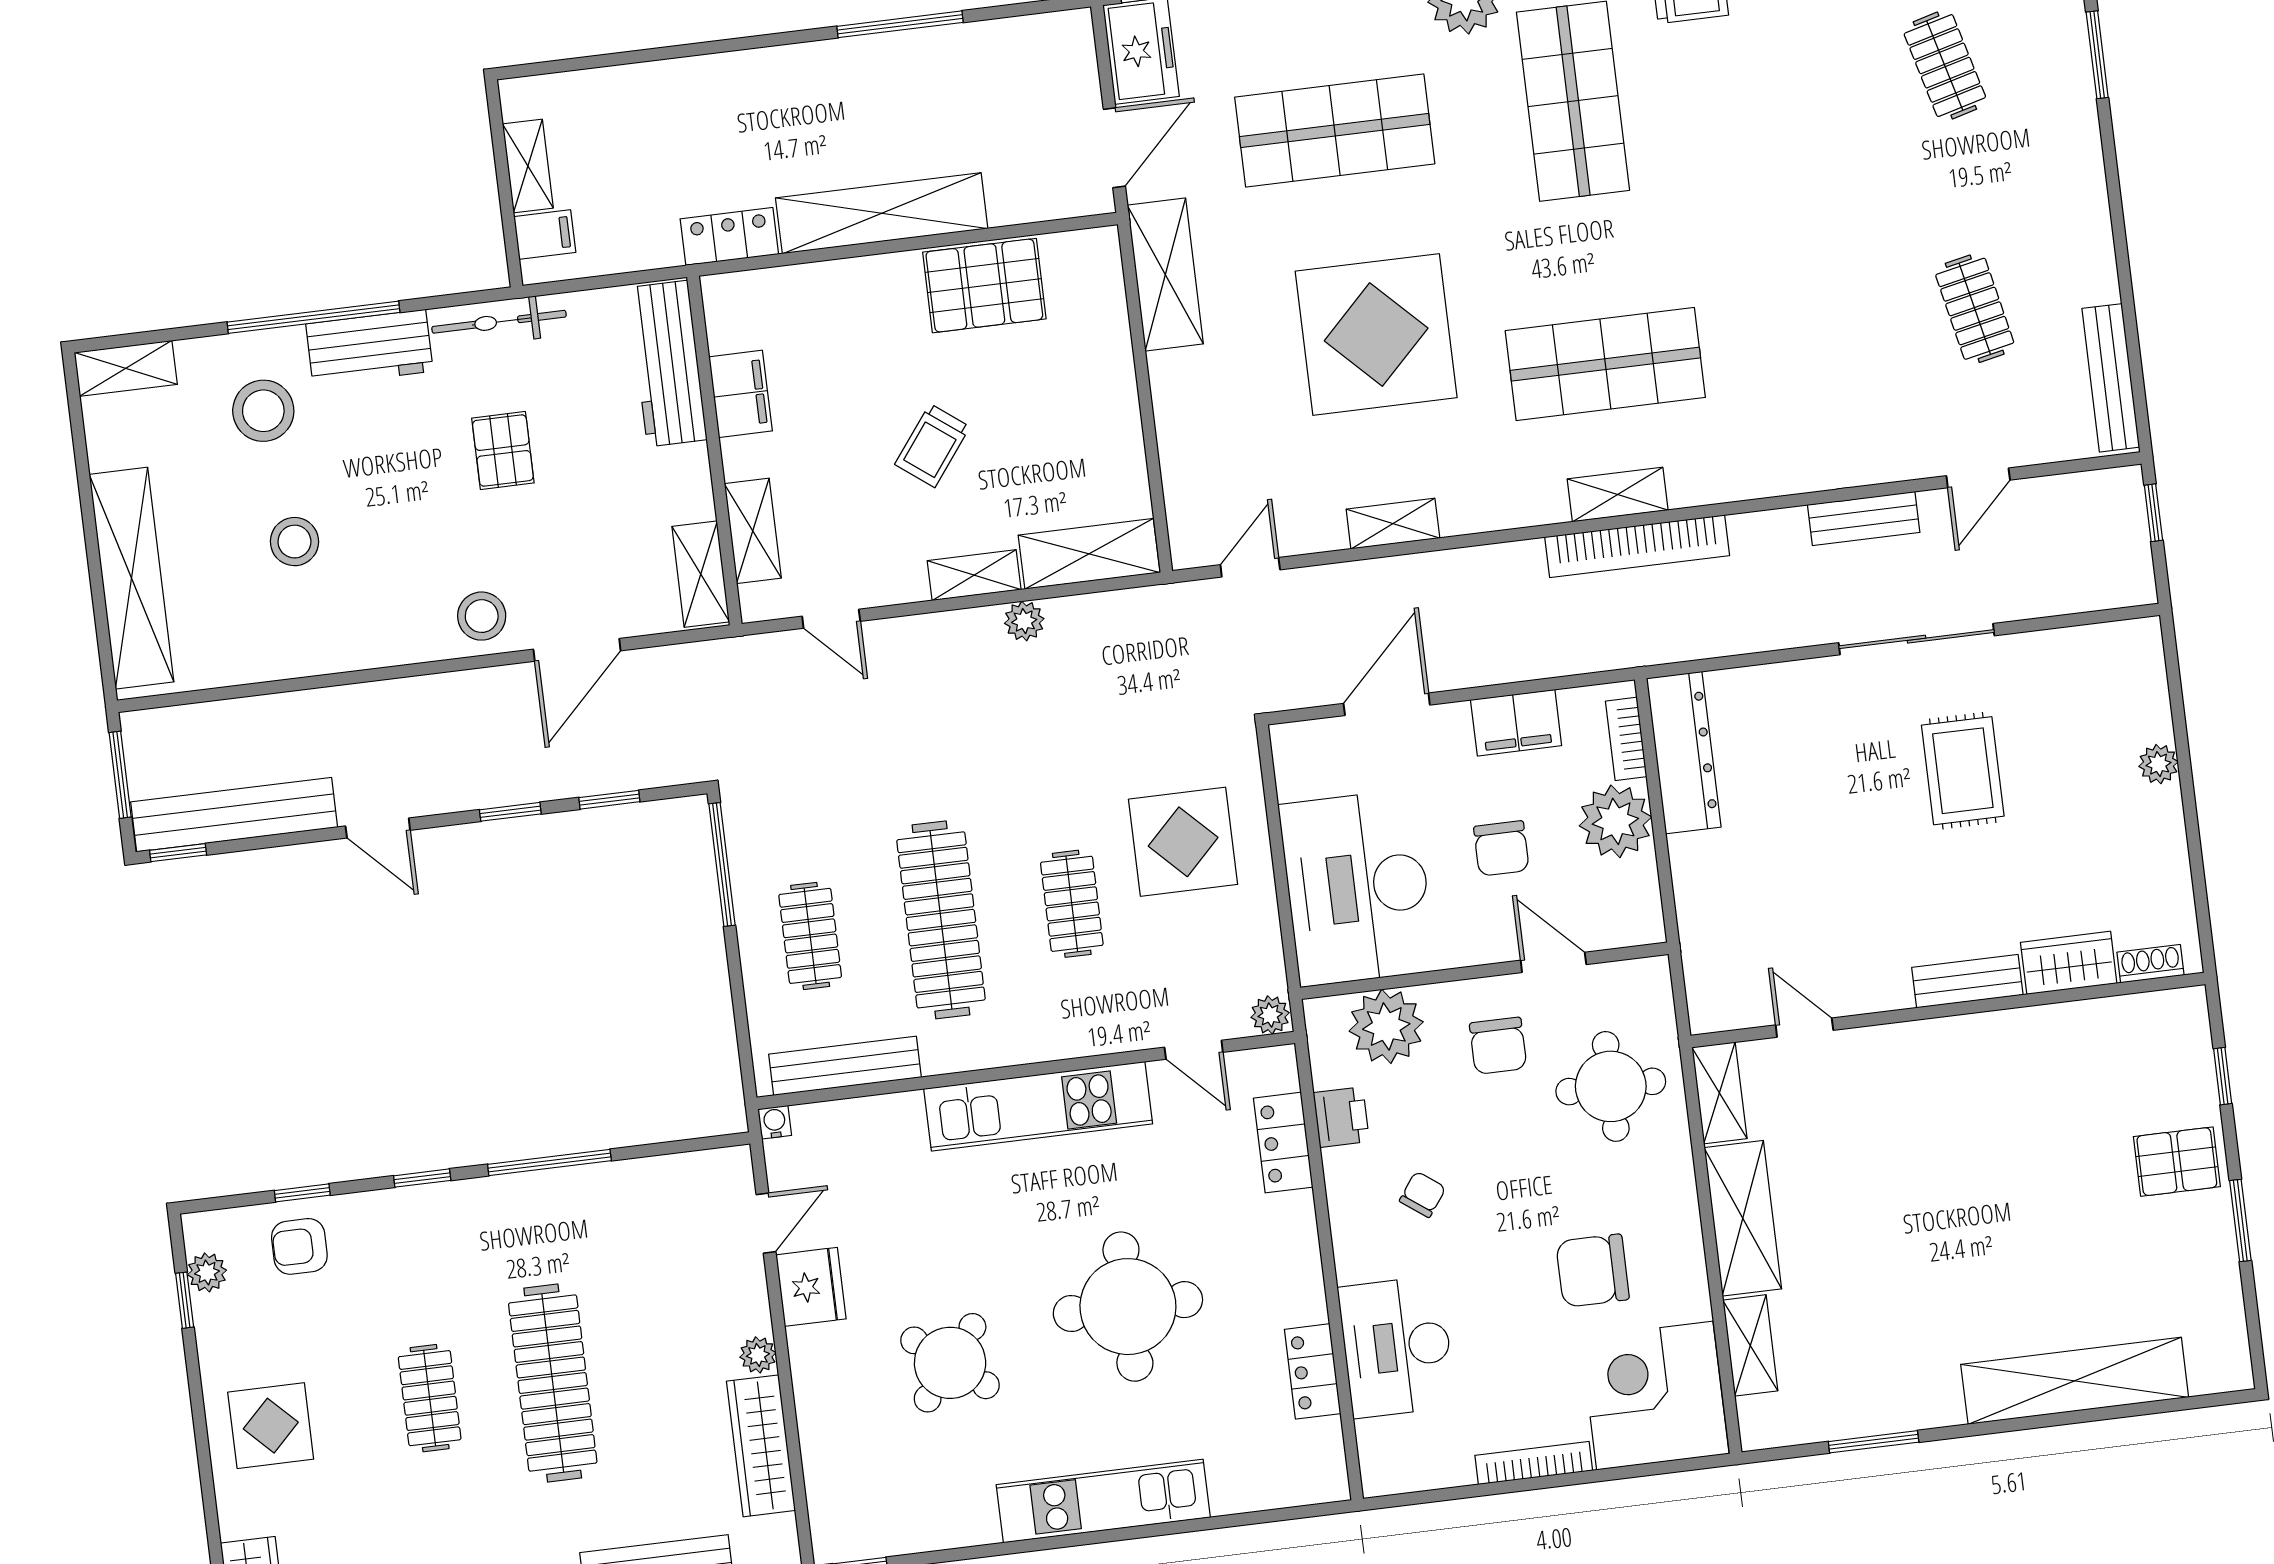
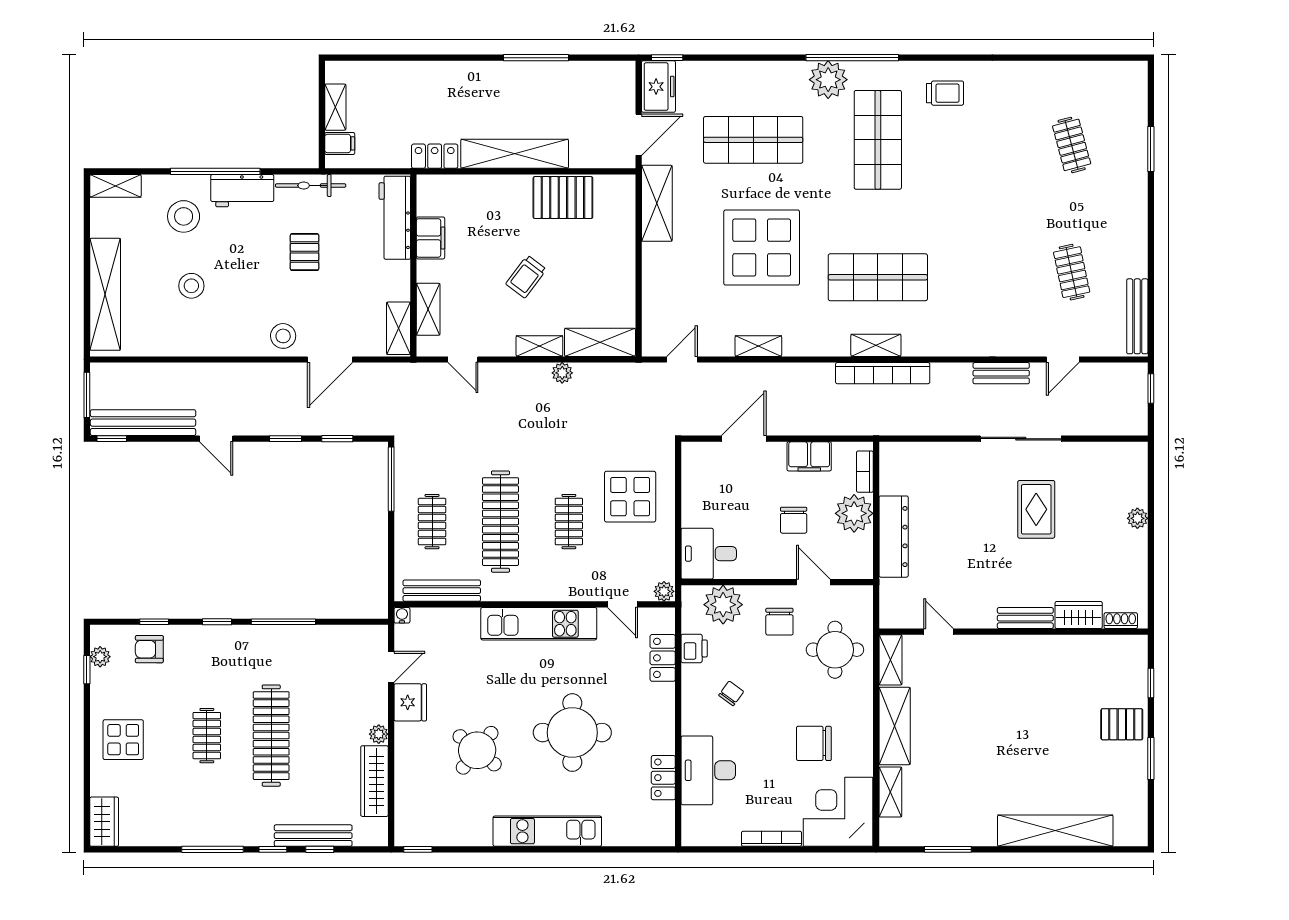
dresser: (1684, 753) -> (894, 537), moved
desk: (1357, 888) -> (709, 554), width x0.53, depth x0.77

